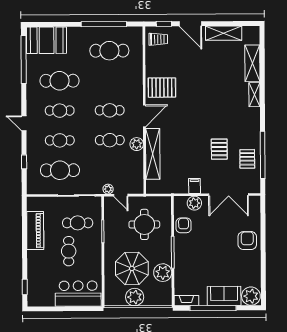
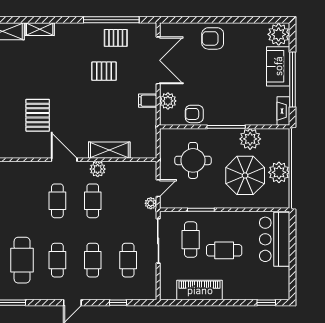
pallet: (162, 88) -> (38, 115), moved
shelving: (153, 154) -> (109, 150), width x0.68
cafe table: (60, 170) -> (128, 260), width x0.73, depth x0.74

